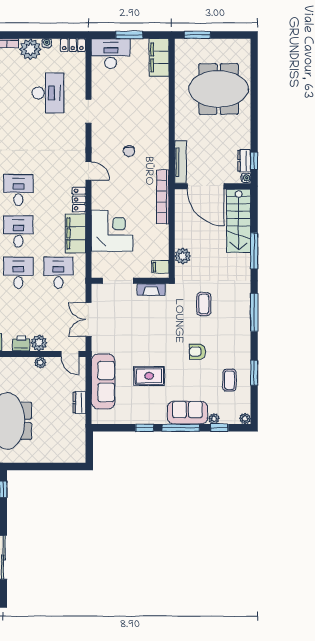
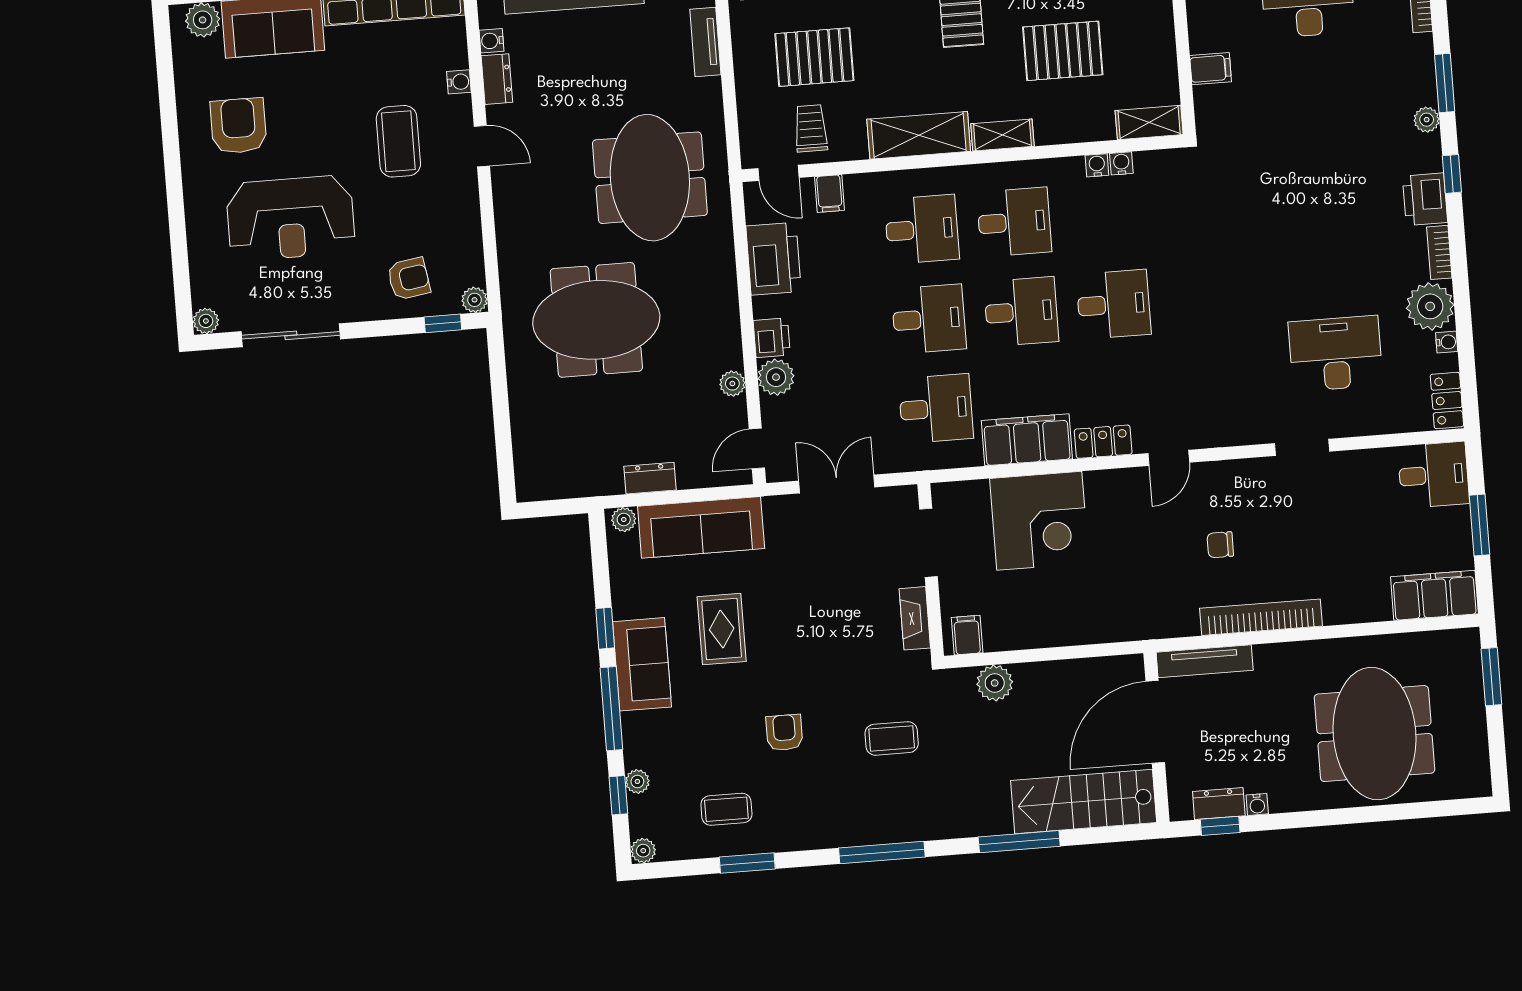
desk: (111, 54) -> (1434, 475), width x0.73
desk: (48, 93) -> (1336, 353), turned 180
water cooler: (246, 178) -> (1257, 804), moved
bookcase: (163, 197) -> (1261, 617), moved
sofa: (187, 413) -> (642, 664), moved
plant: (97, 416) -> (624, 520), added

